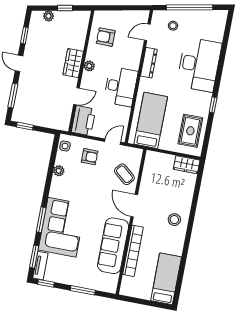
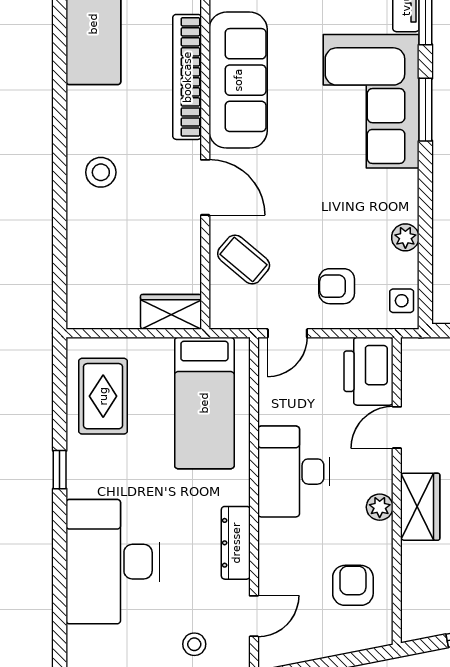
armchair: (106, 37) -> (353, 585), turned -90
wardrobe: (187, 165) -> (171, 312), moved

